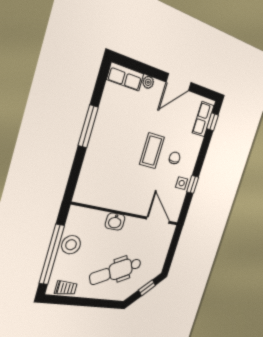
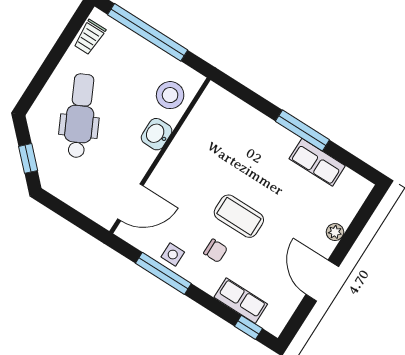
row of seats: (125, 77) -> (317, 162), moved, turned -90
row of seats: (203, 119) -> (241, 301), moved
window: (193, 184) -> (163, 273), width x2.17
stool: (71, 245) -> (170, 95), moved

